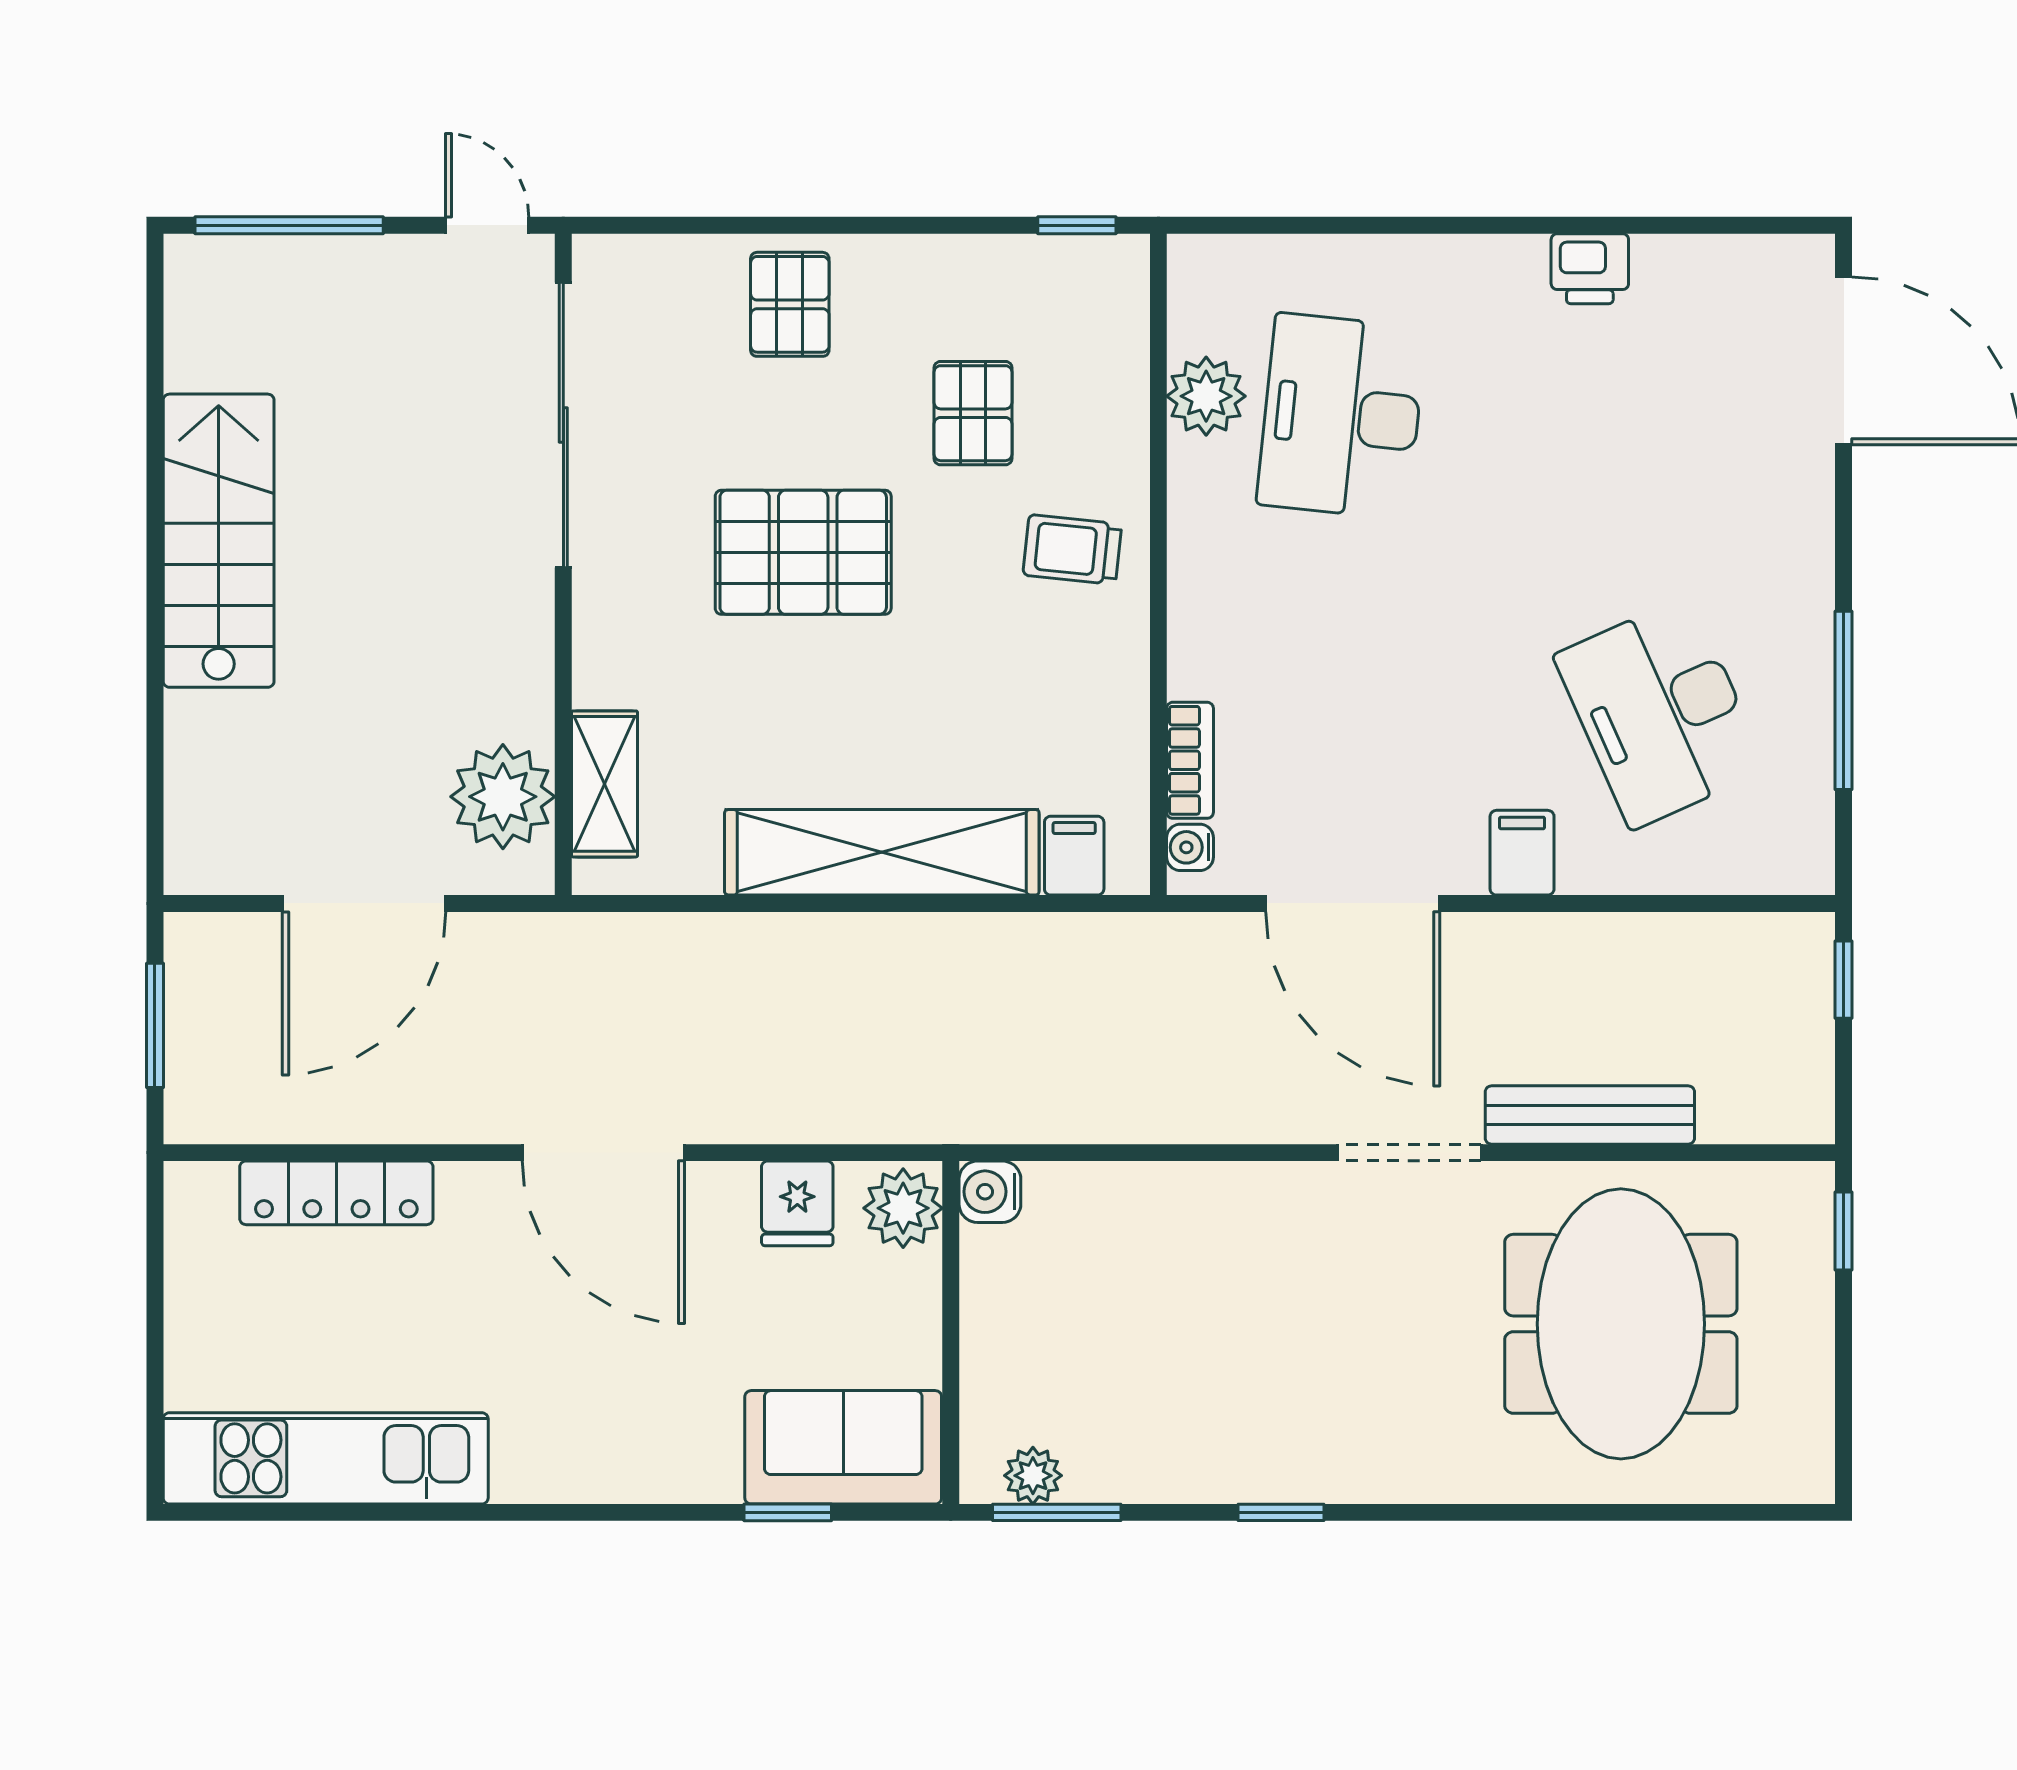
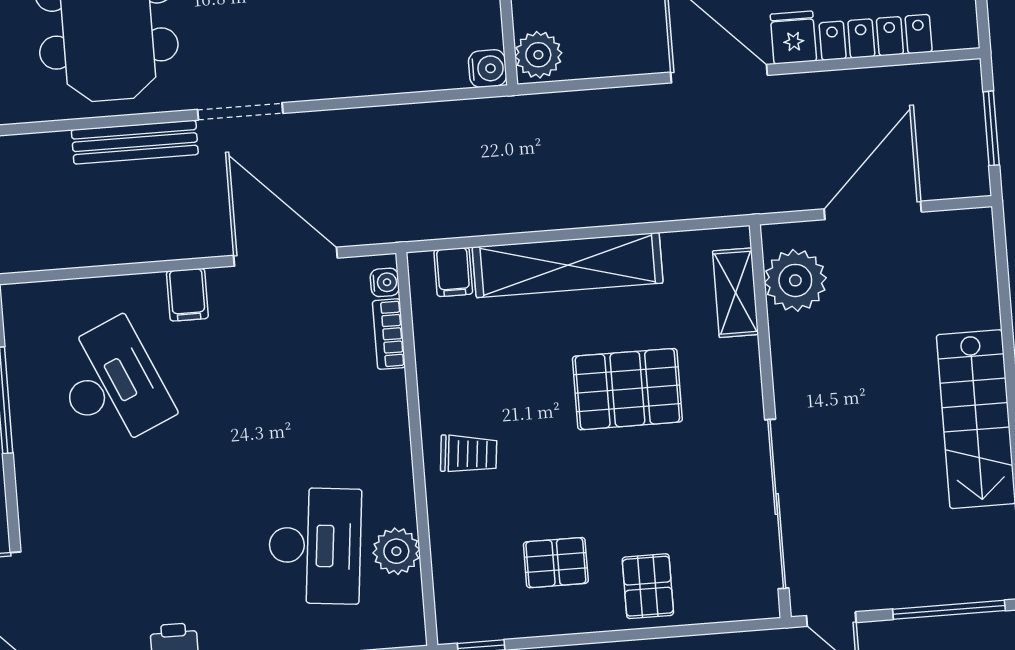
pallet: (973, 413) -> (556, 563), moved, turned 90
pallet: (803, 552) -> (627, 389), moved
fridge: (797, 1203) -> (793, 38), moved

